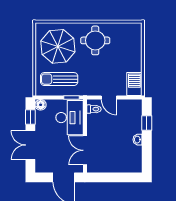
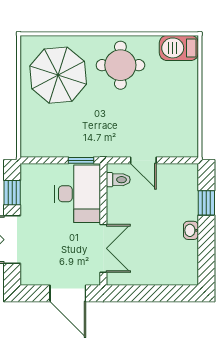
sun lounger: (59, 79) -> (60, 130), removed
barbecue: (134, 84) -> (179, 48), moved, turned -90
floor lamp: (41, 105) -> (29, 172), removed
double door: (85, 150) -> (103, 248), swing flipped

